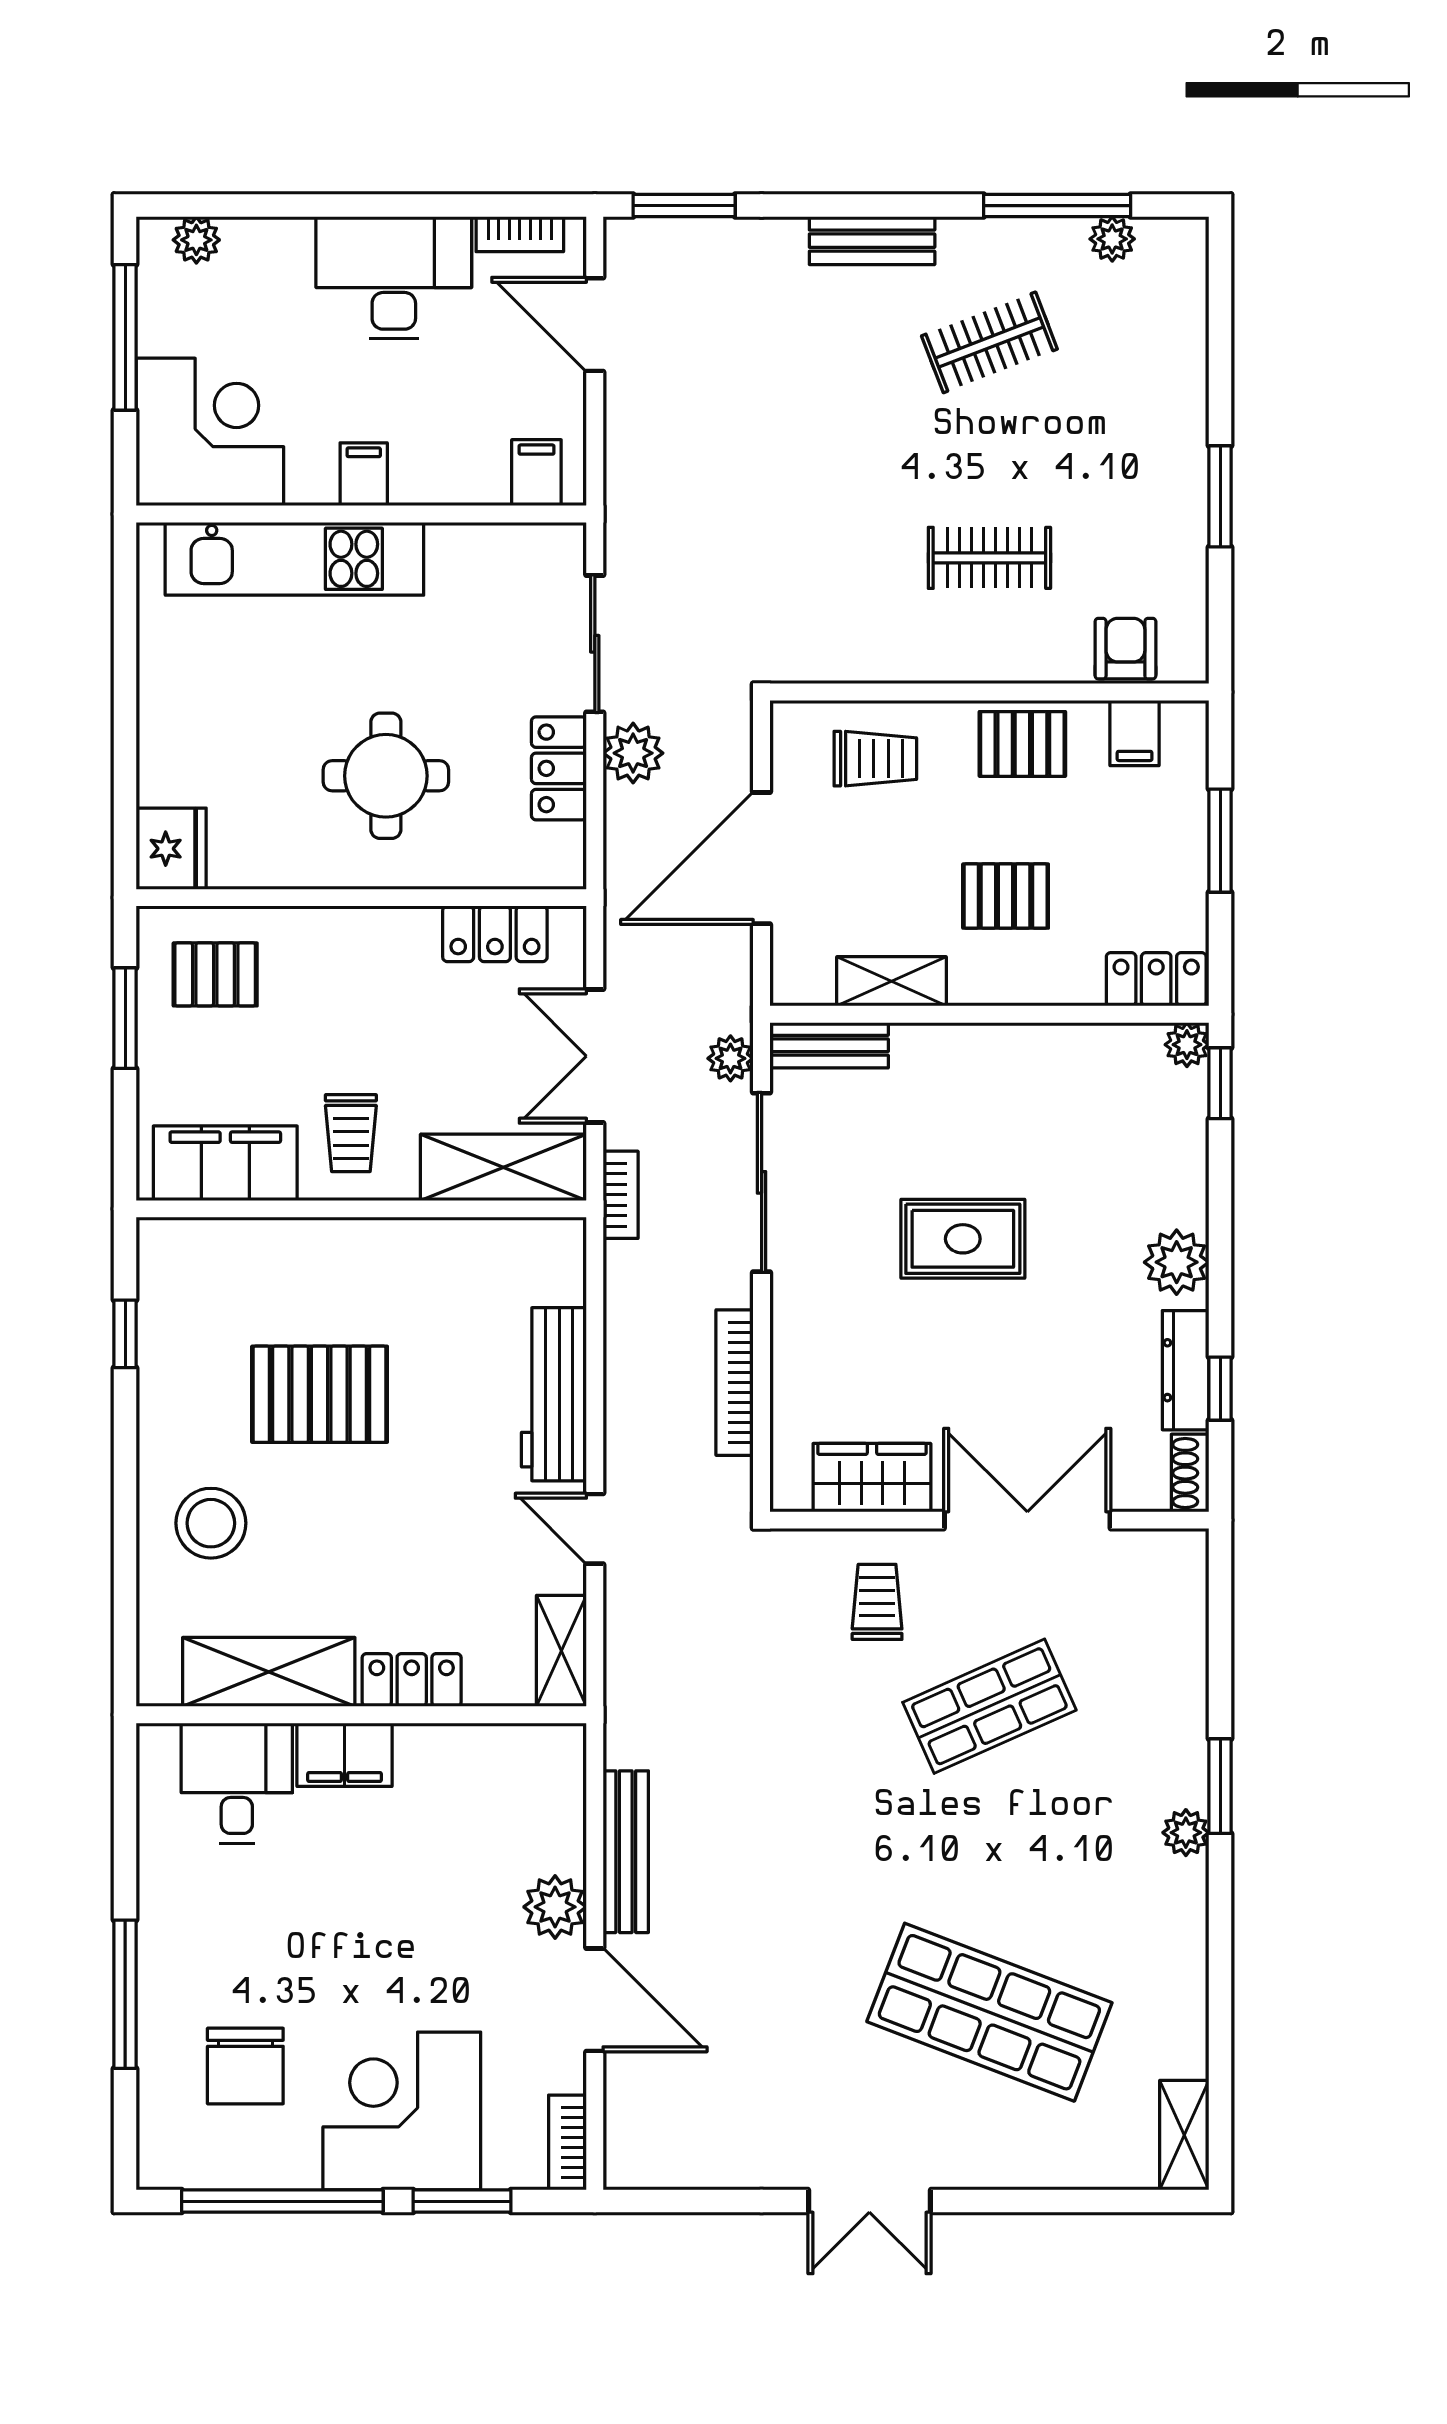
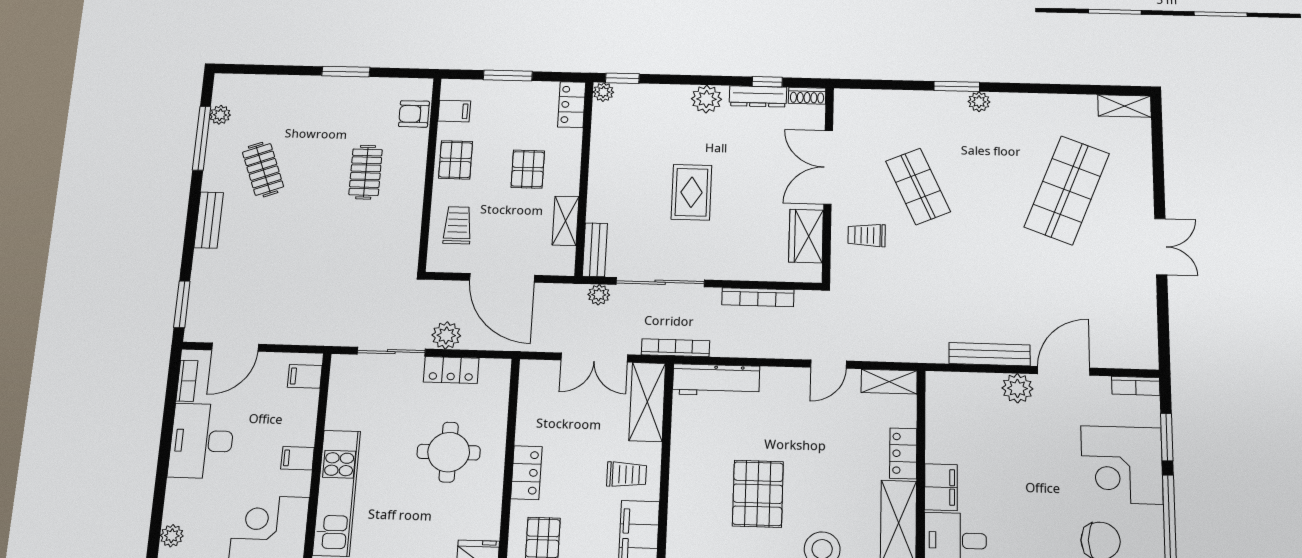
locker: (495, 934) -> (526, 473), moved
bookcase: (621, 1195) -> (675, 348), width x1.56
workbench: (554, 1394) -> (716, 380), moved

